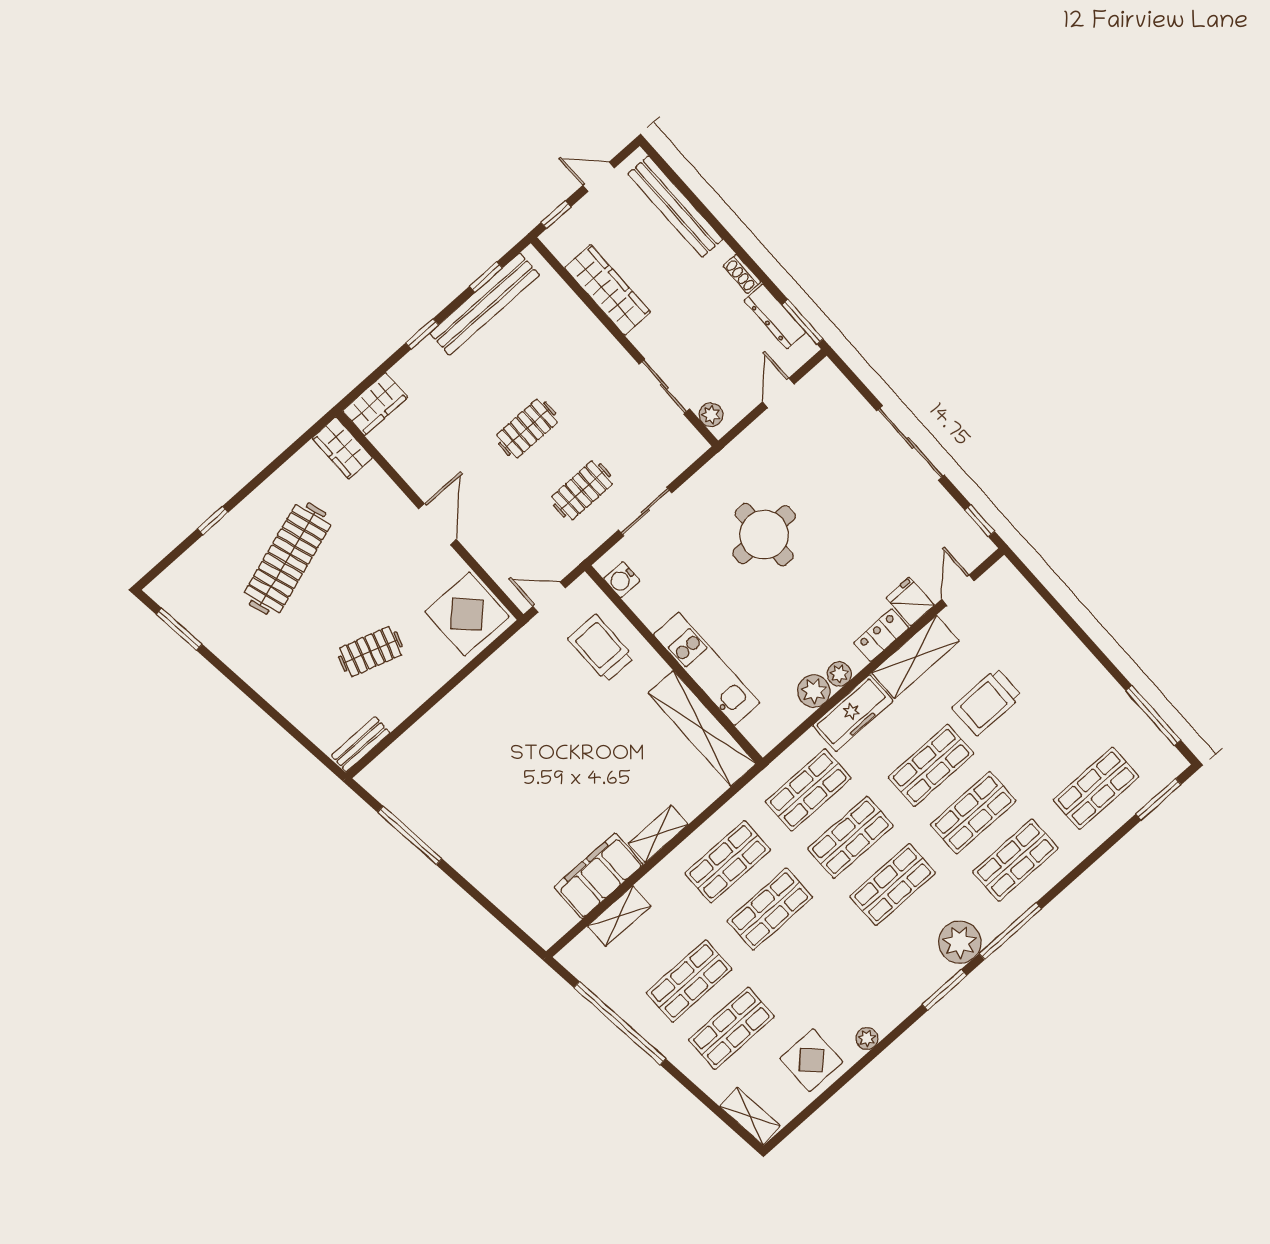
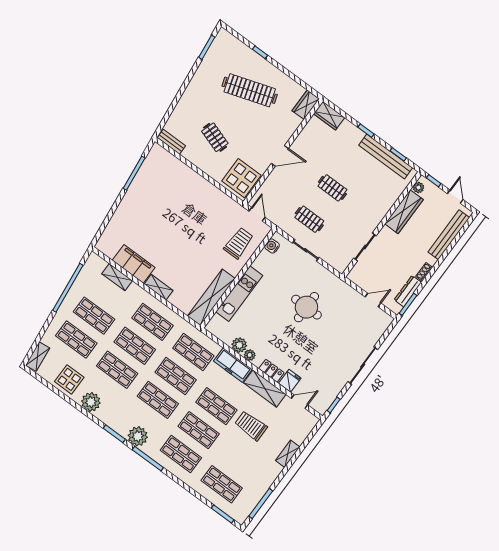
plant: (711, 415) -> (418, 187), moved
shelving: (1061, 638) -> (288, 454), added
shop shelf: (812, 956) -> (117, 370), added
plant: (867, 1038) -> (91, 402), width x1.88, depth x1.88

